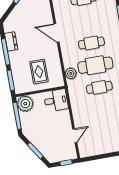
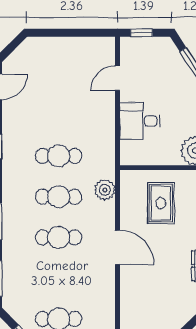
door: (56, 33) -> (118, 247), moved
cafe table: (95, 65) -> (59, 197), width x0.73, depth x0.74
desk: (56, 100) -> (140, 121), moved

